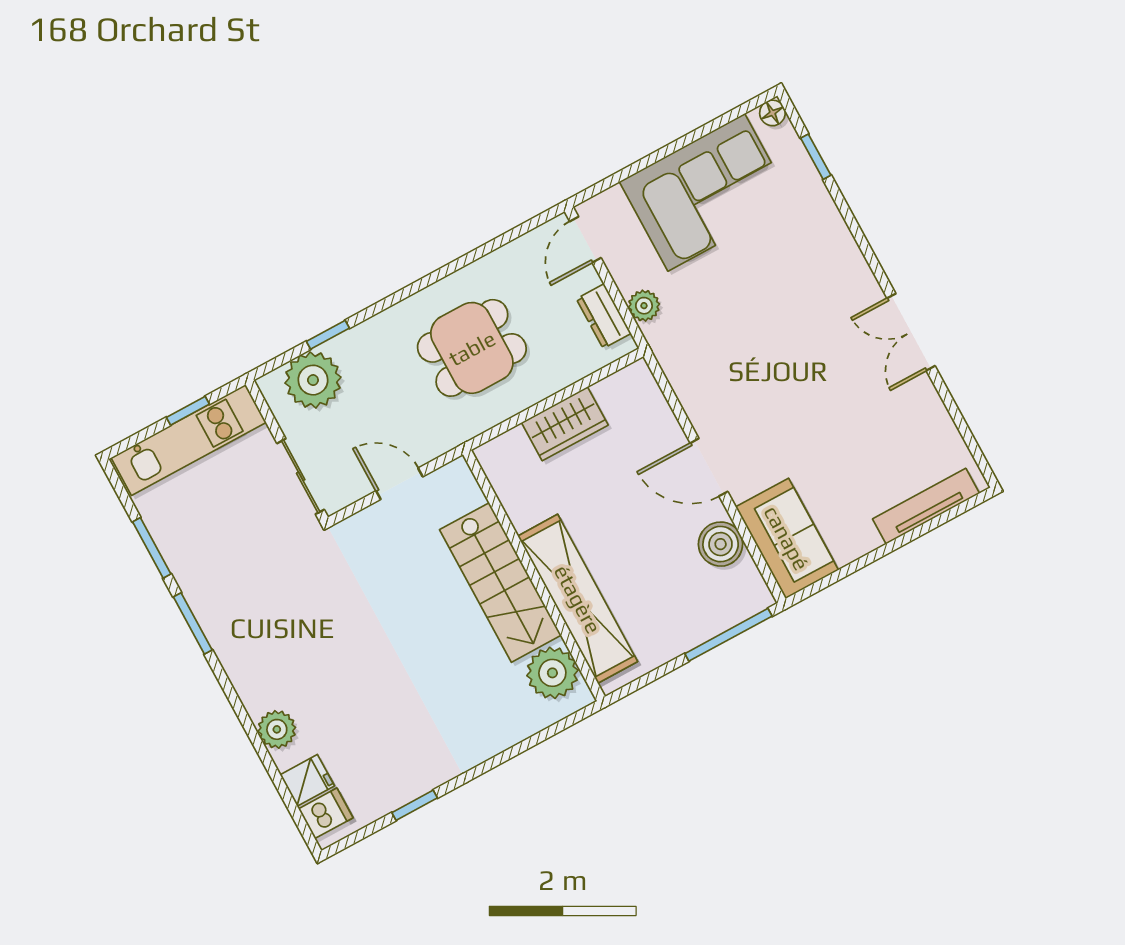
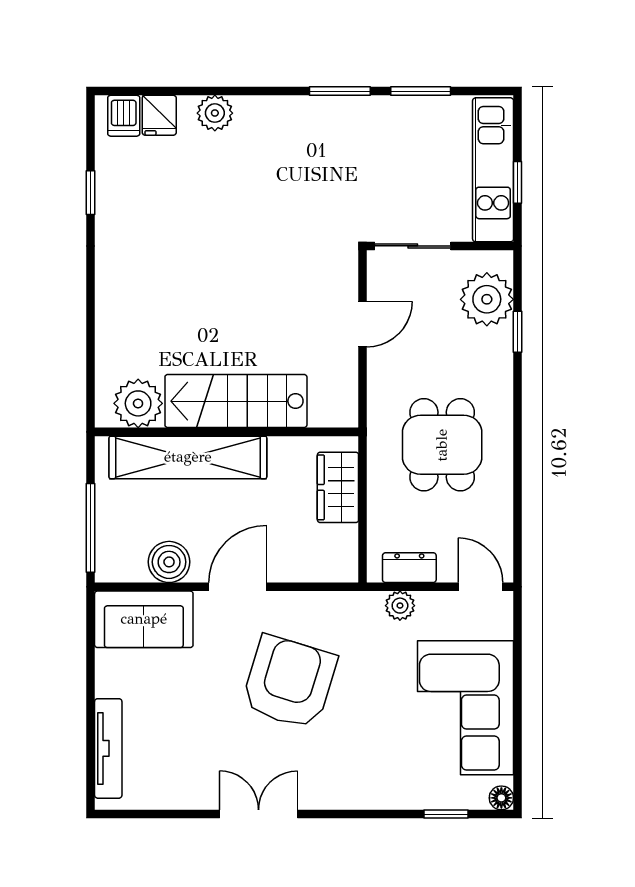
armchair: (772, 370) -> (289, 682), added
wall: (534, 576) -> (227, 432), moved
stairs: (500, 582) -> (236, 401), moved
shelving: (578, 599) -> (188, 457), moved
plant: (552, 673) -> (138, 403), moved

